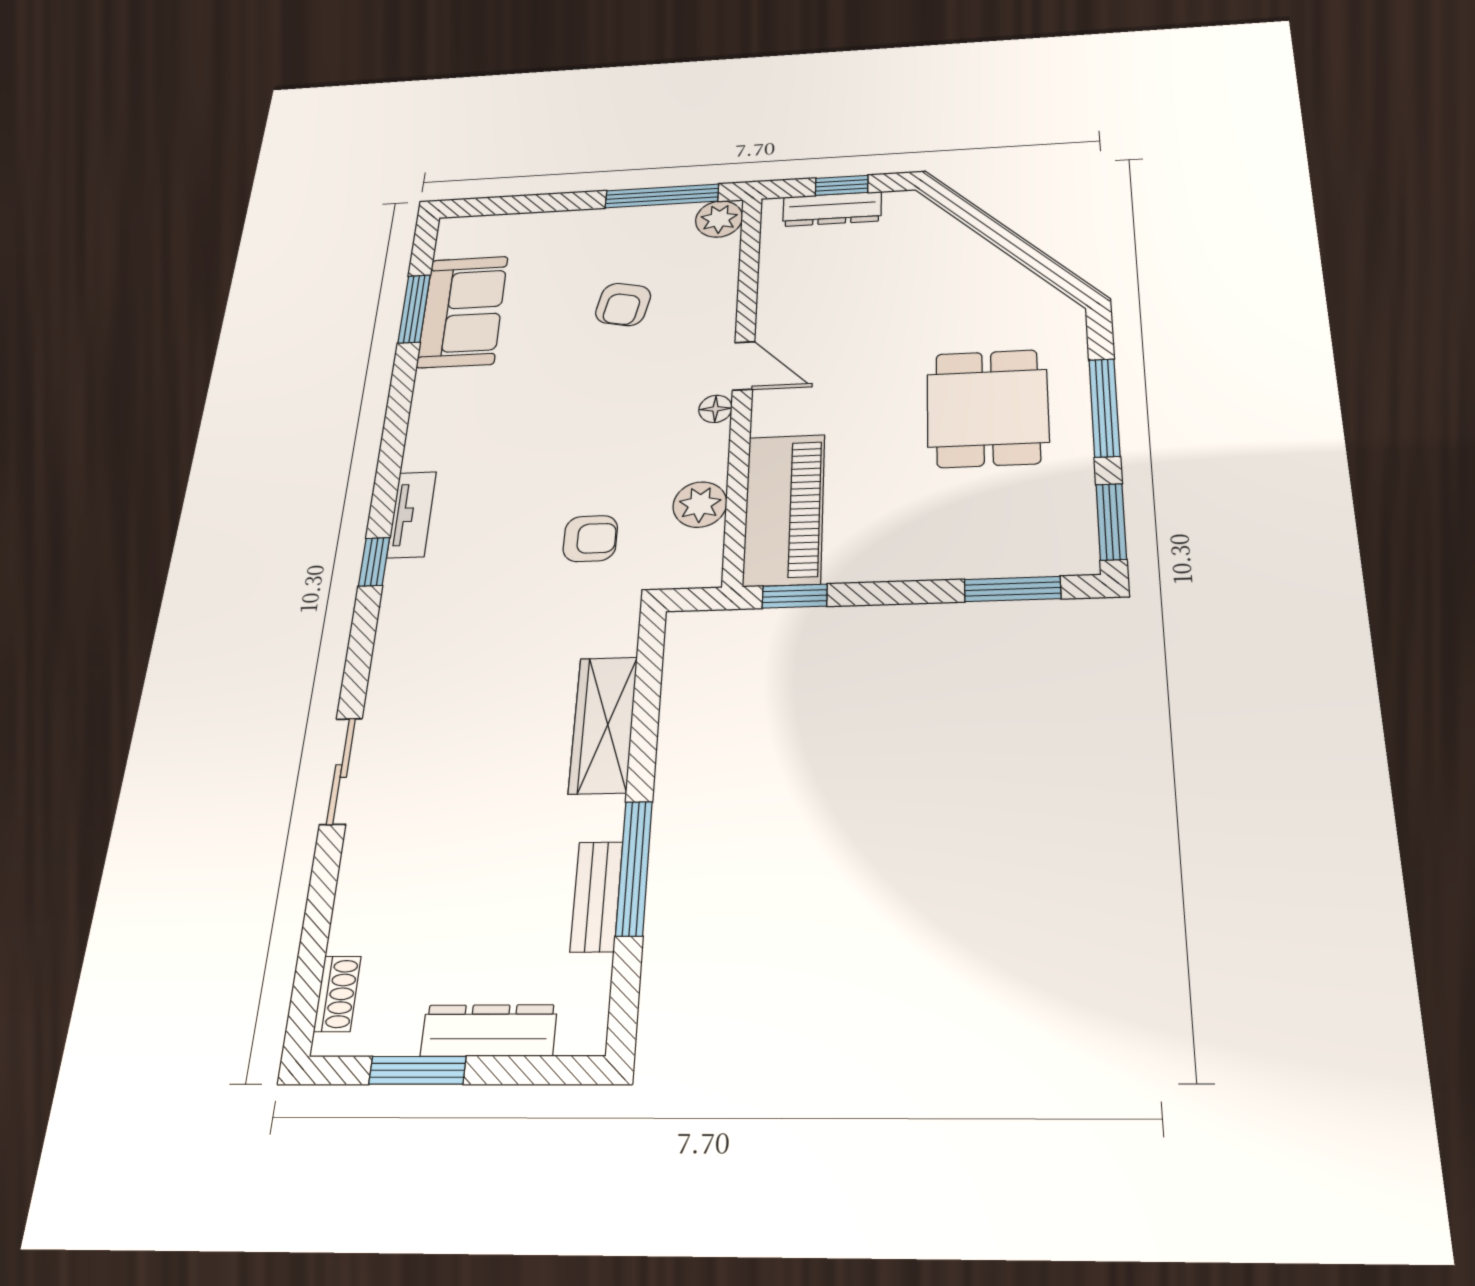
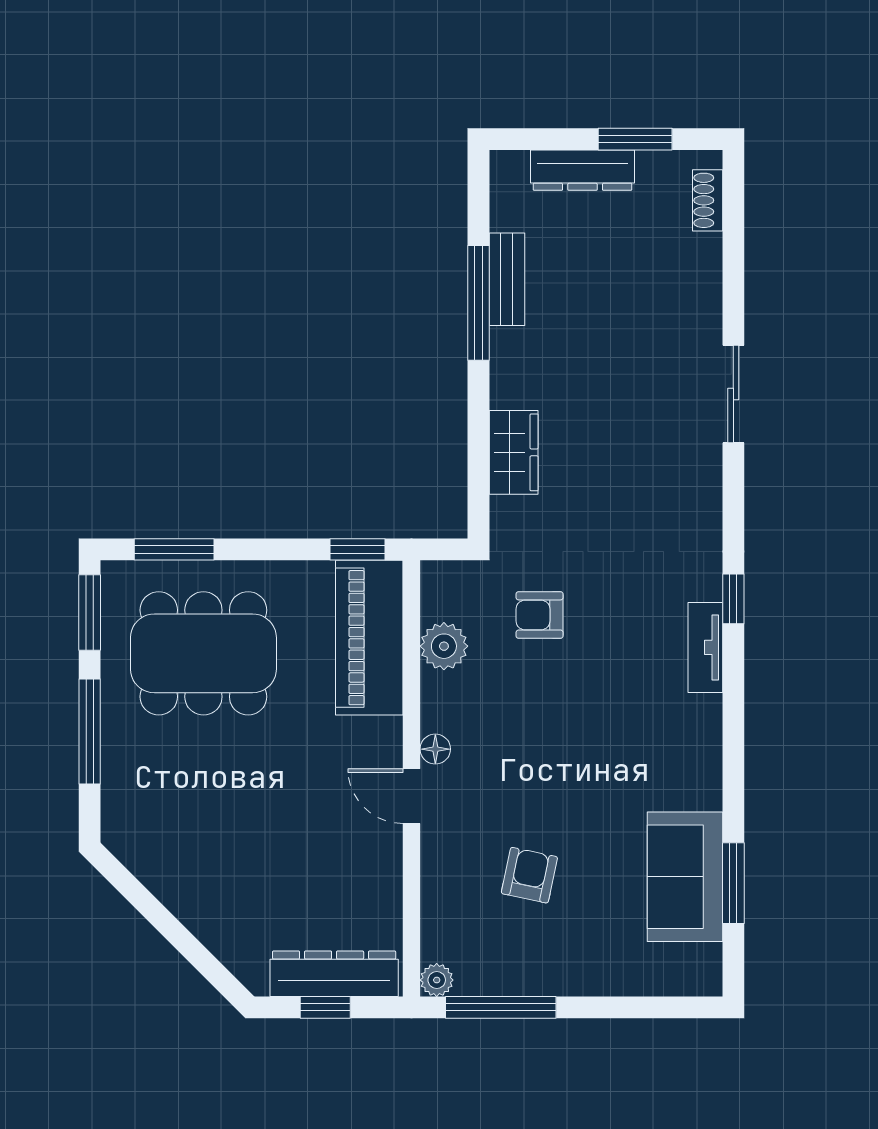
dresser: (832, 209) -> (334, 974), width x1.37, depth x1.24
plant: (719, 219) -> (437, 980), width x0.73, depth x0.73
dining table: (988, 408) -> (203, 653), moved, width x1.38
wardrobe: (603, 725) -> (514, 452), width x0.67

